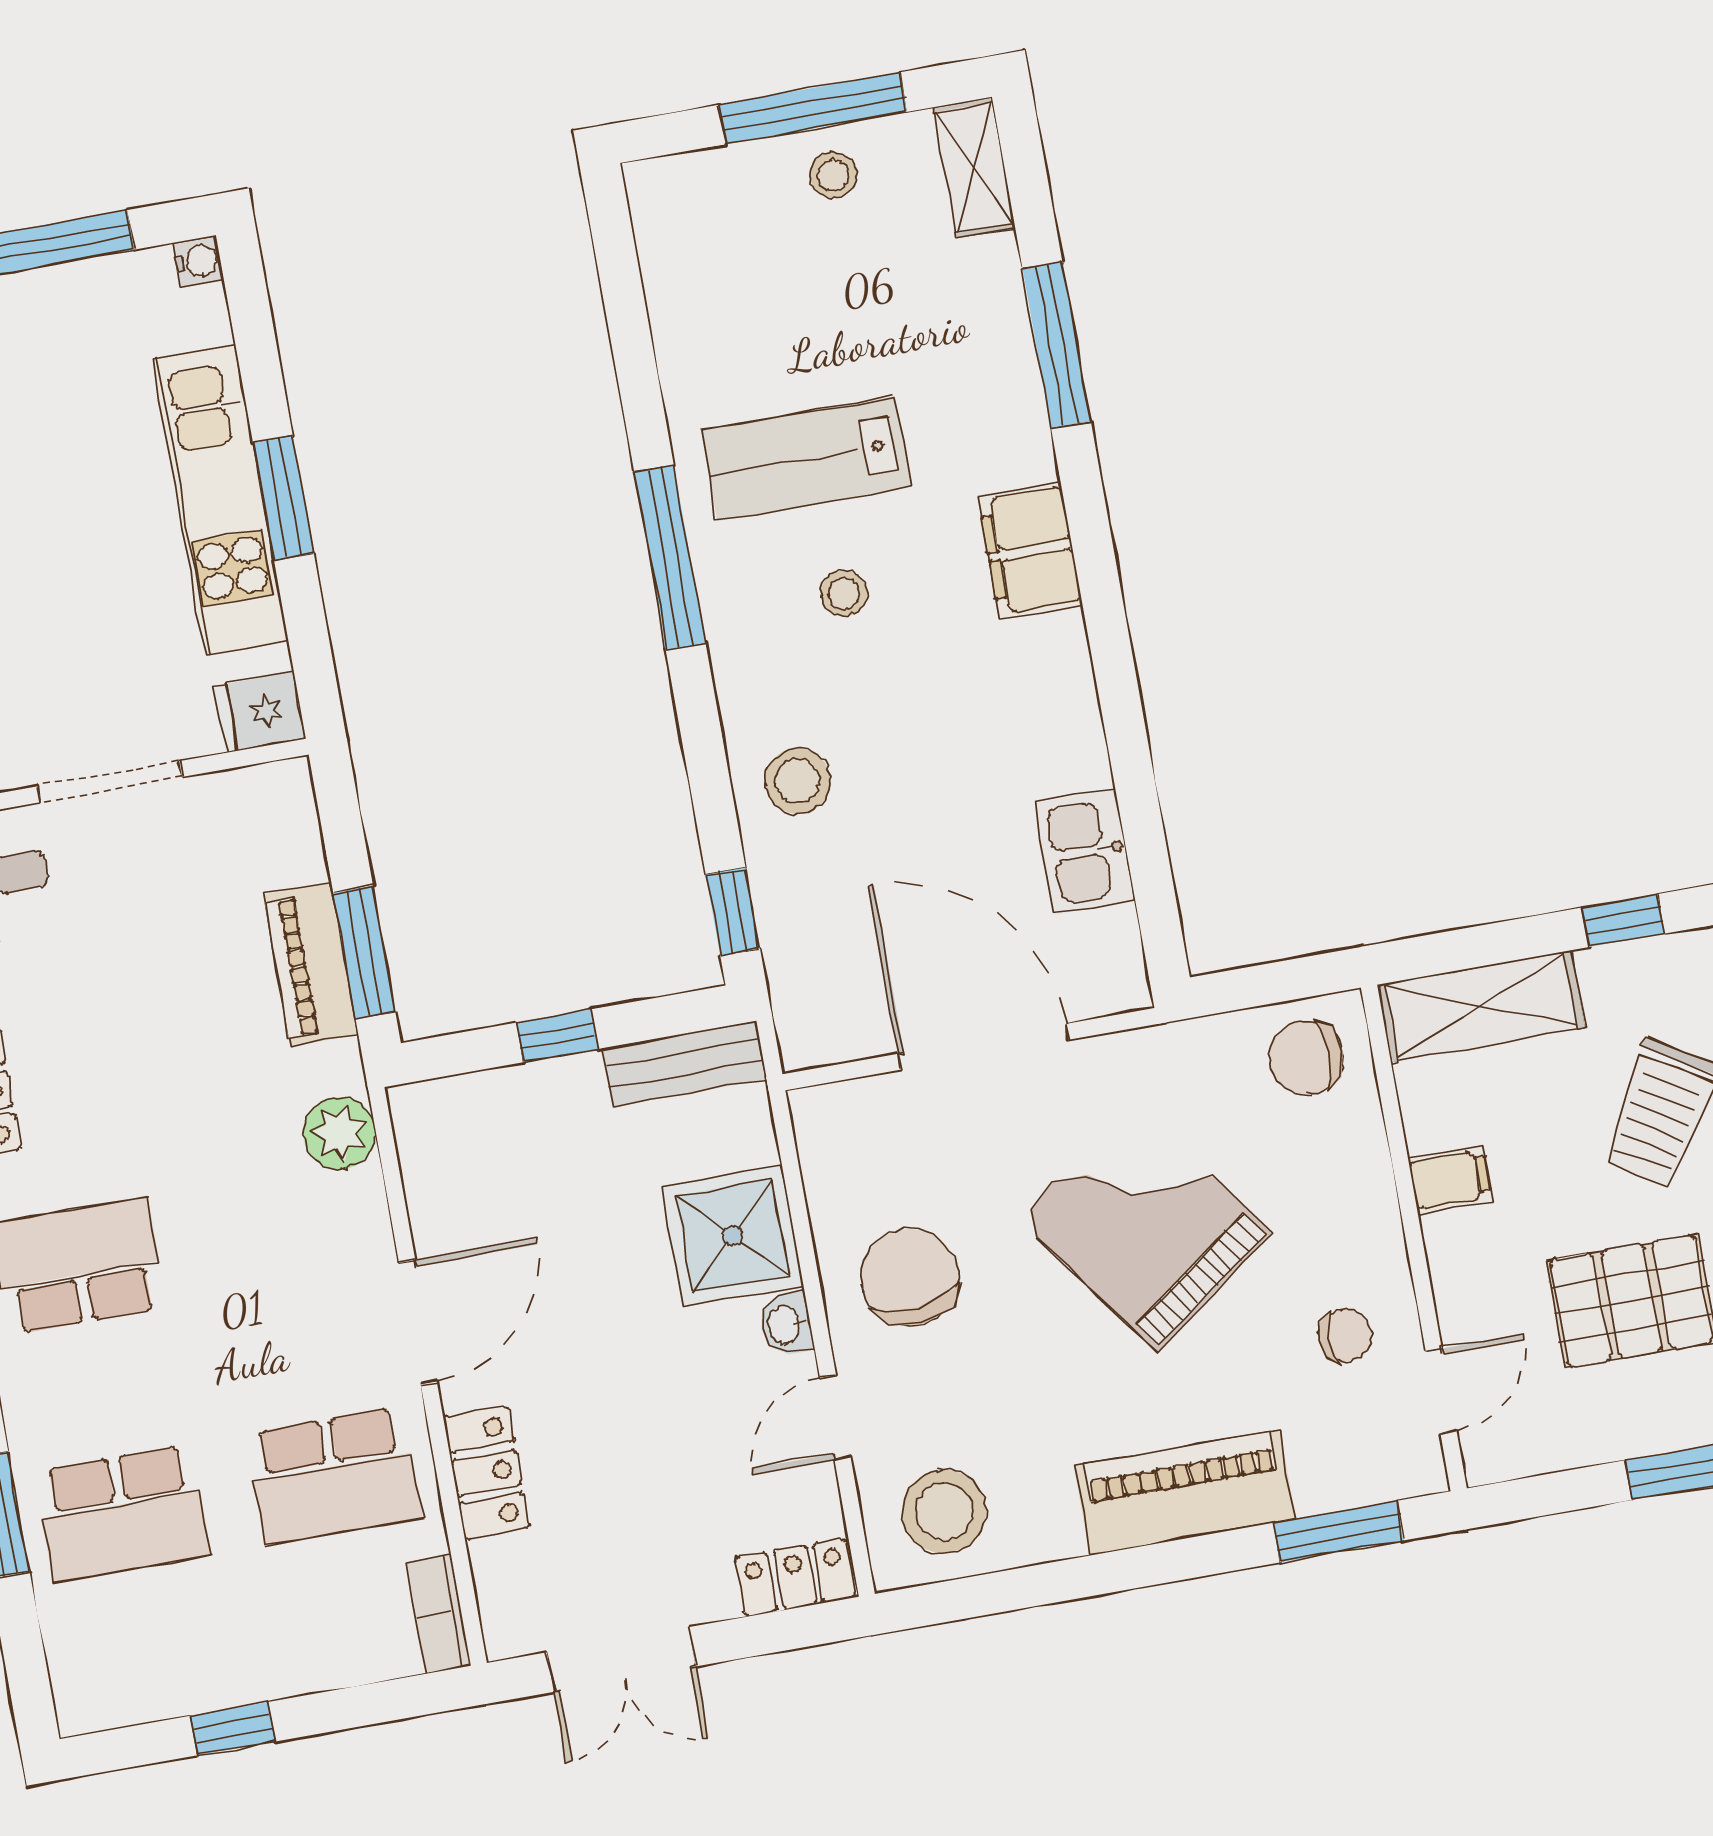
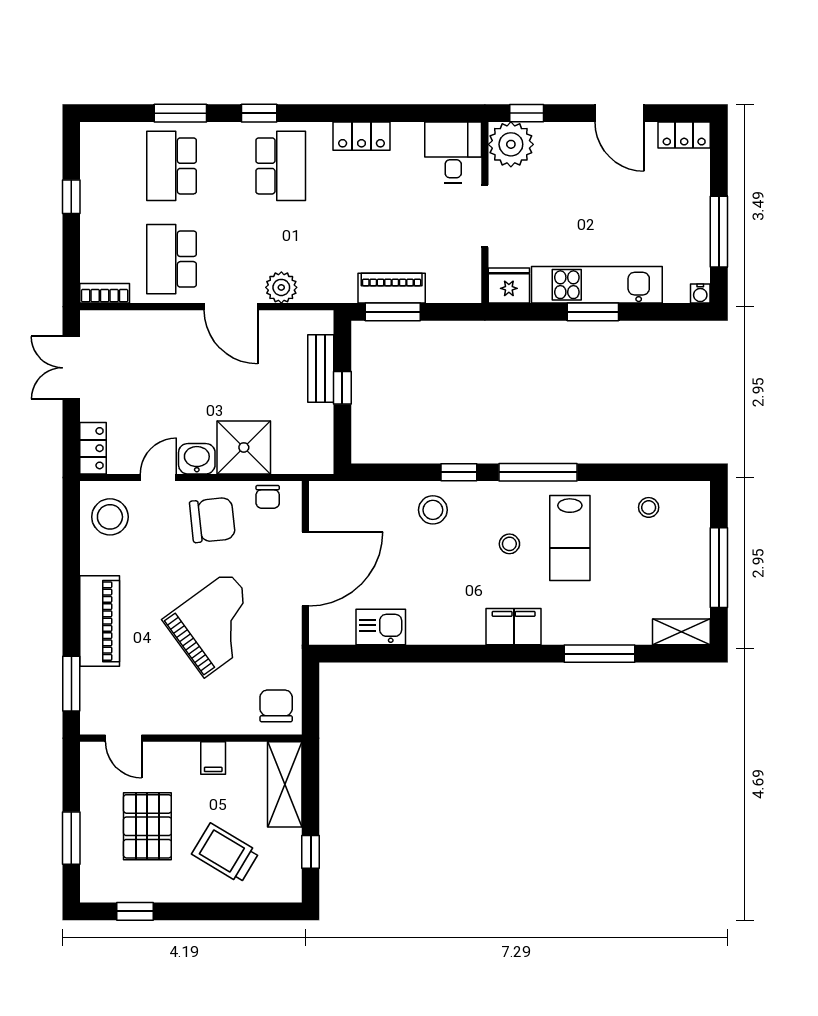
stool: (833, 175) -> (649, 507), moved
lab bench: (806, 459) -> (570, 538), turned 180
fridge: (260, 712) -> (509, 286), width x1.38
window: (733, 912) -> (459, 472), moved
bench: (685, 1064) -> (321, 368), moved
plant: (339, 1133) -> (281, 287), moved
washbasin: (786, 1324) -> (197, 459), width x1.38, depth x1.45
chair: (1345, 1335) -> (268, 497), moved
door: (835, 1417) -> (158, 477), hinge flipped
locker: (487, 1473) -> (161, 324), removed

